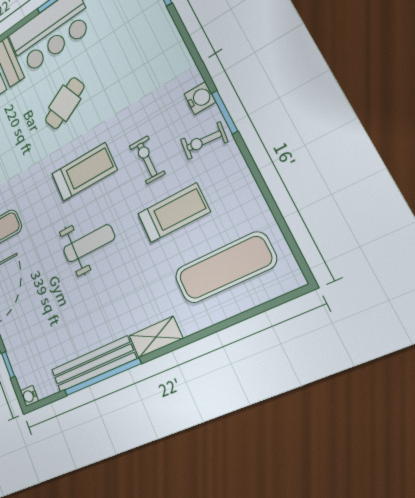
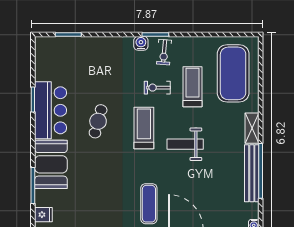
cafe table: (65, 103) -> (98, 121), turned 41
weight bench: (89, 243) -> (185, 144), turned -90
exercise mat: (225, 268) -> (233, 73), width x1.47

